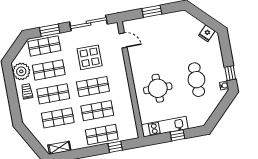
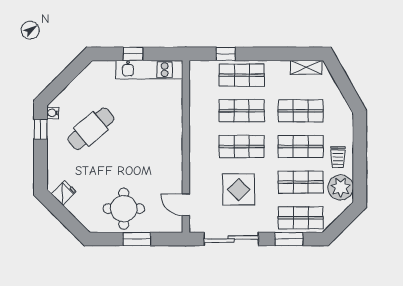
cafe table: (196, 80) -> (91, 129), turned 50
round table: (158, 88) -> (124, 209), moved

